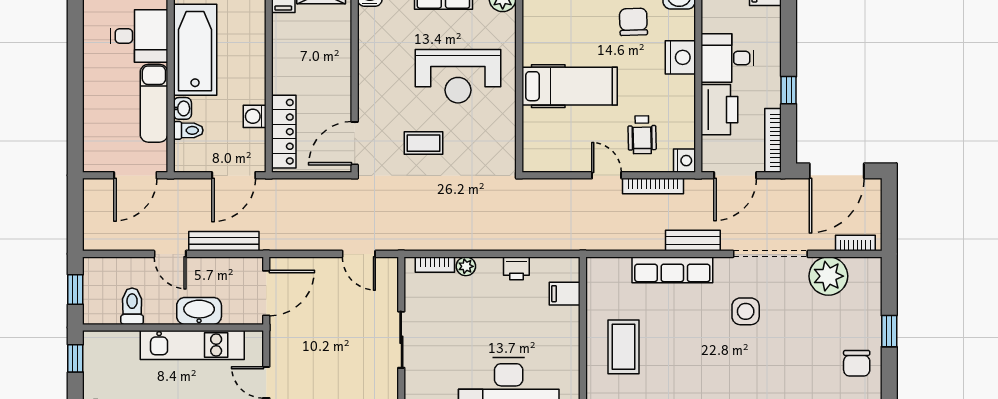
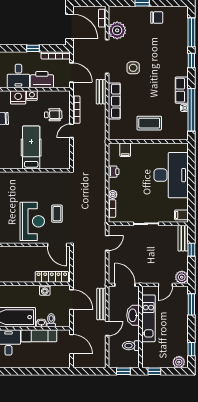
reception desk: (458, 76) -> (32, 221), moved
nightstand: (684, 161) -> (32, 95), moved

